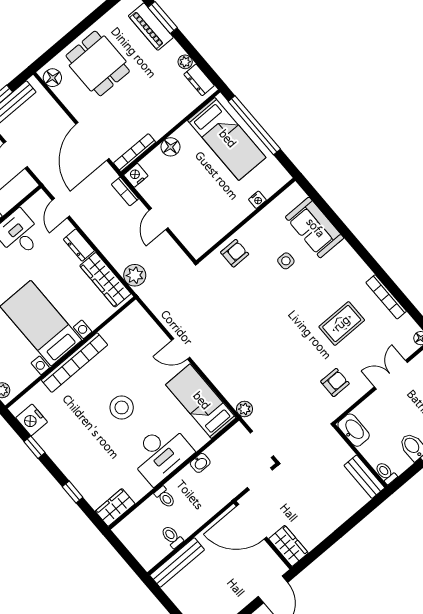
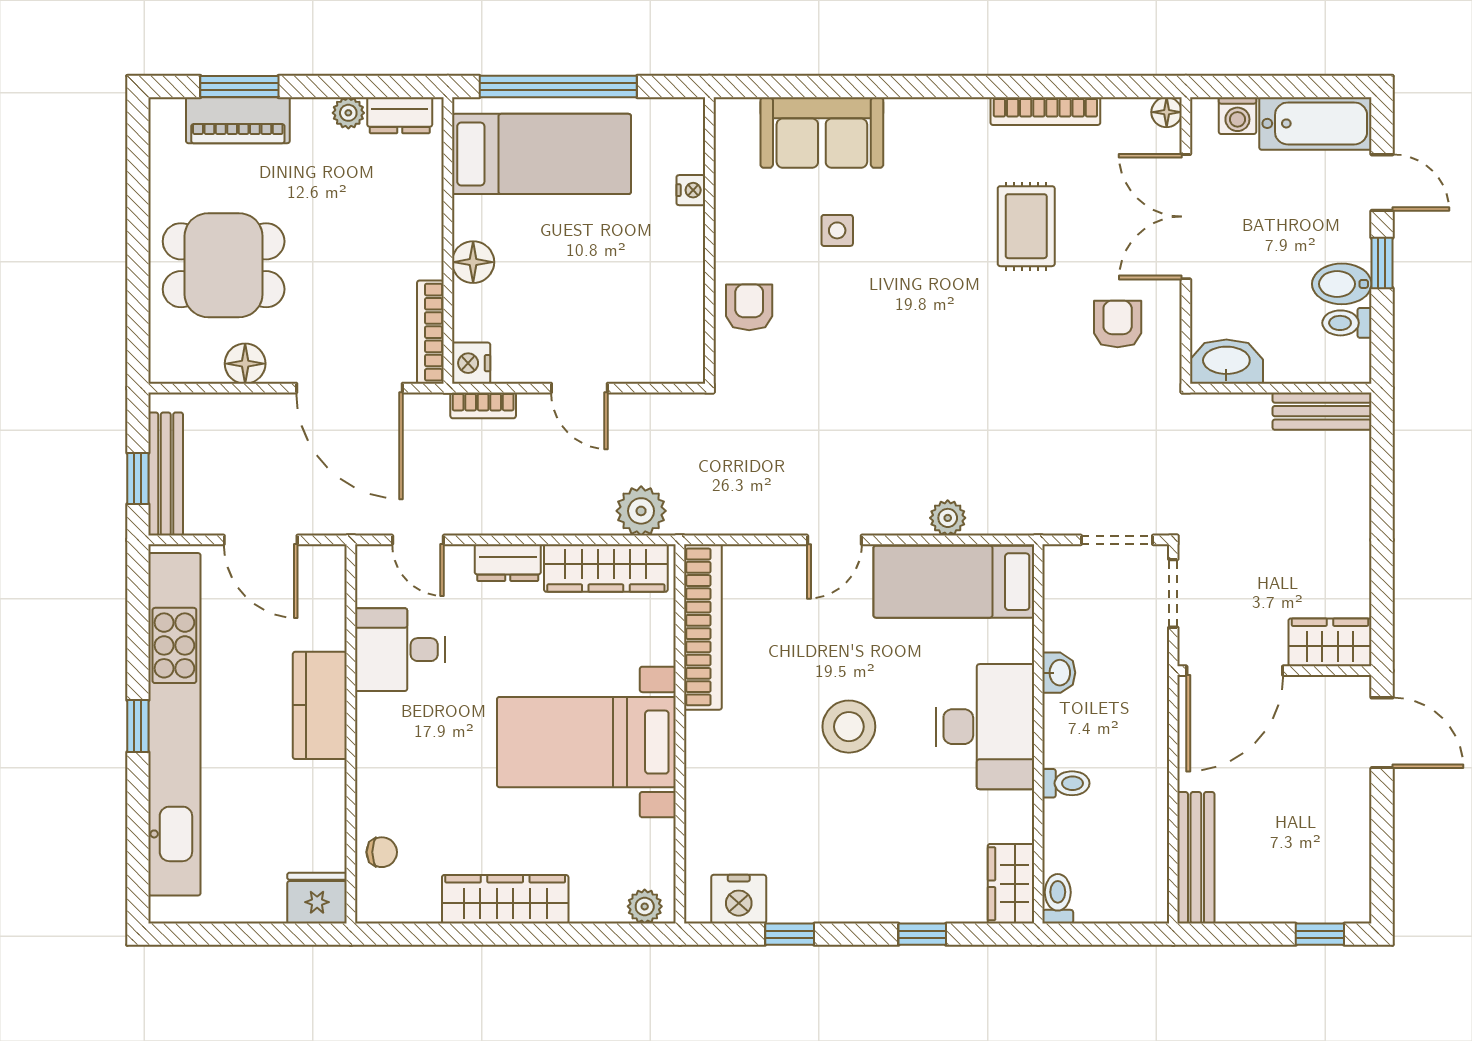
floor lamp: (52, 78) -> (245, 364), moved
bookcase: (74, 363) -> (703, 627), moved
double door: (391, 375) -> (1186, 217), width x1.37
plant: (244, 409) -> (948, 518), moved
toilet: (386, 473) -> (1347, 323), moved
toilet: (172, 537) -> (1058, 899), moved, turned 90

